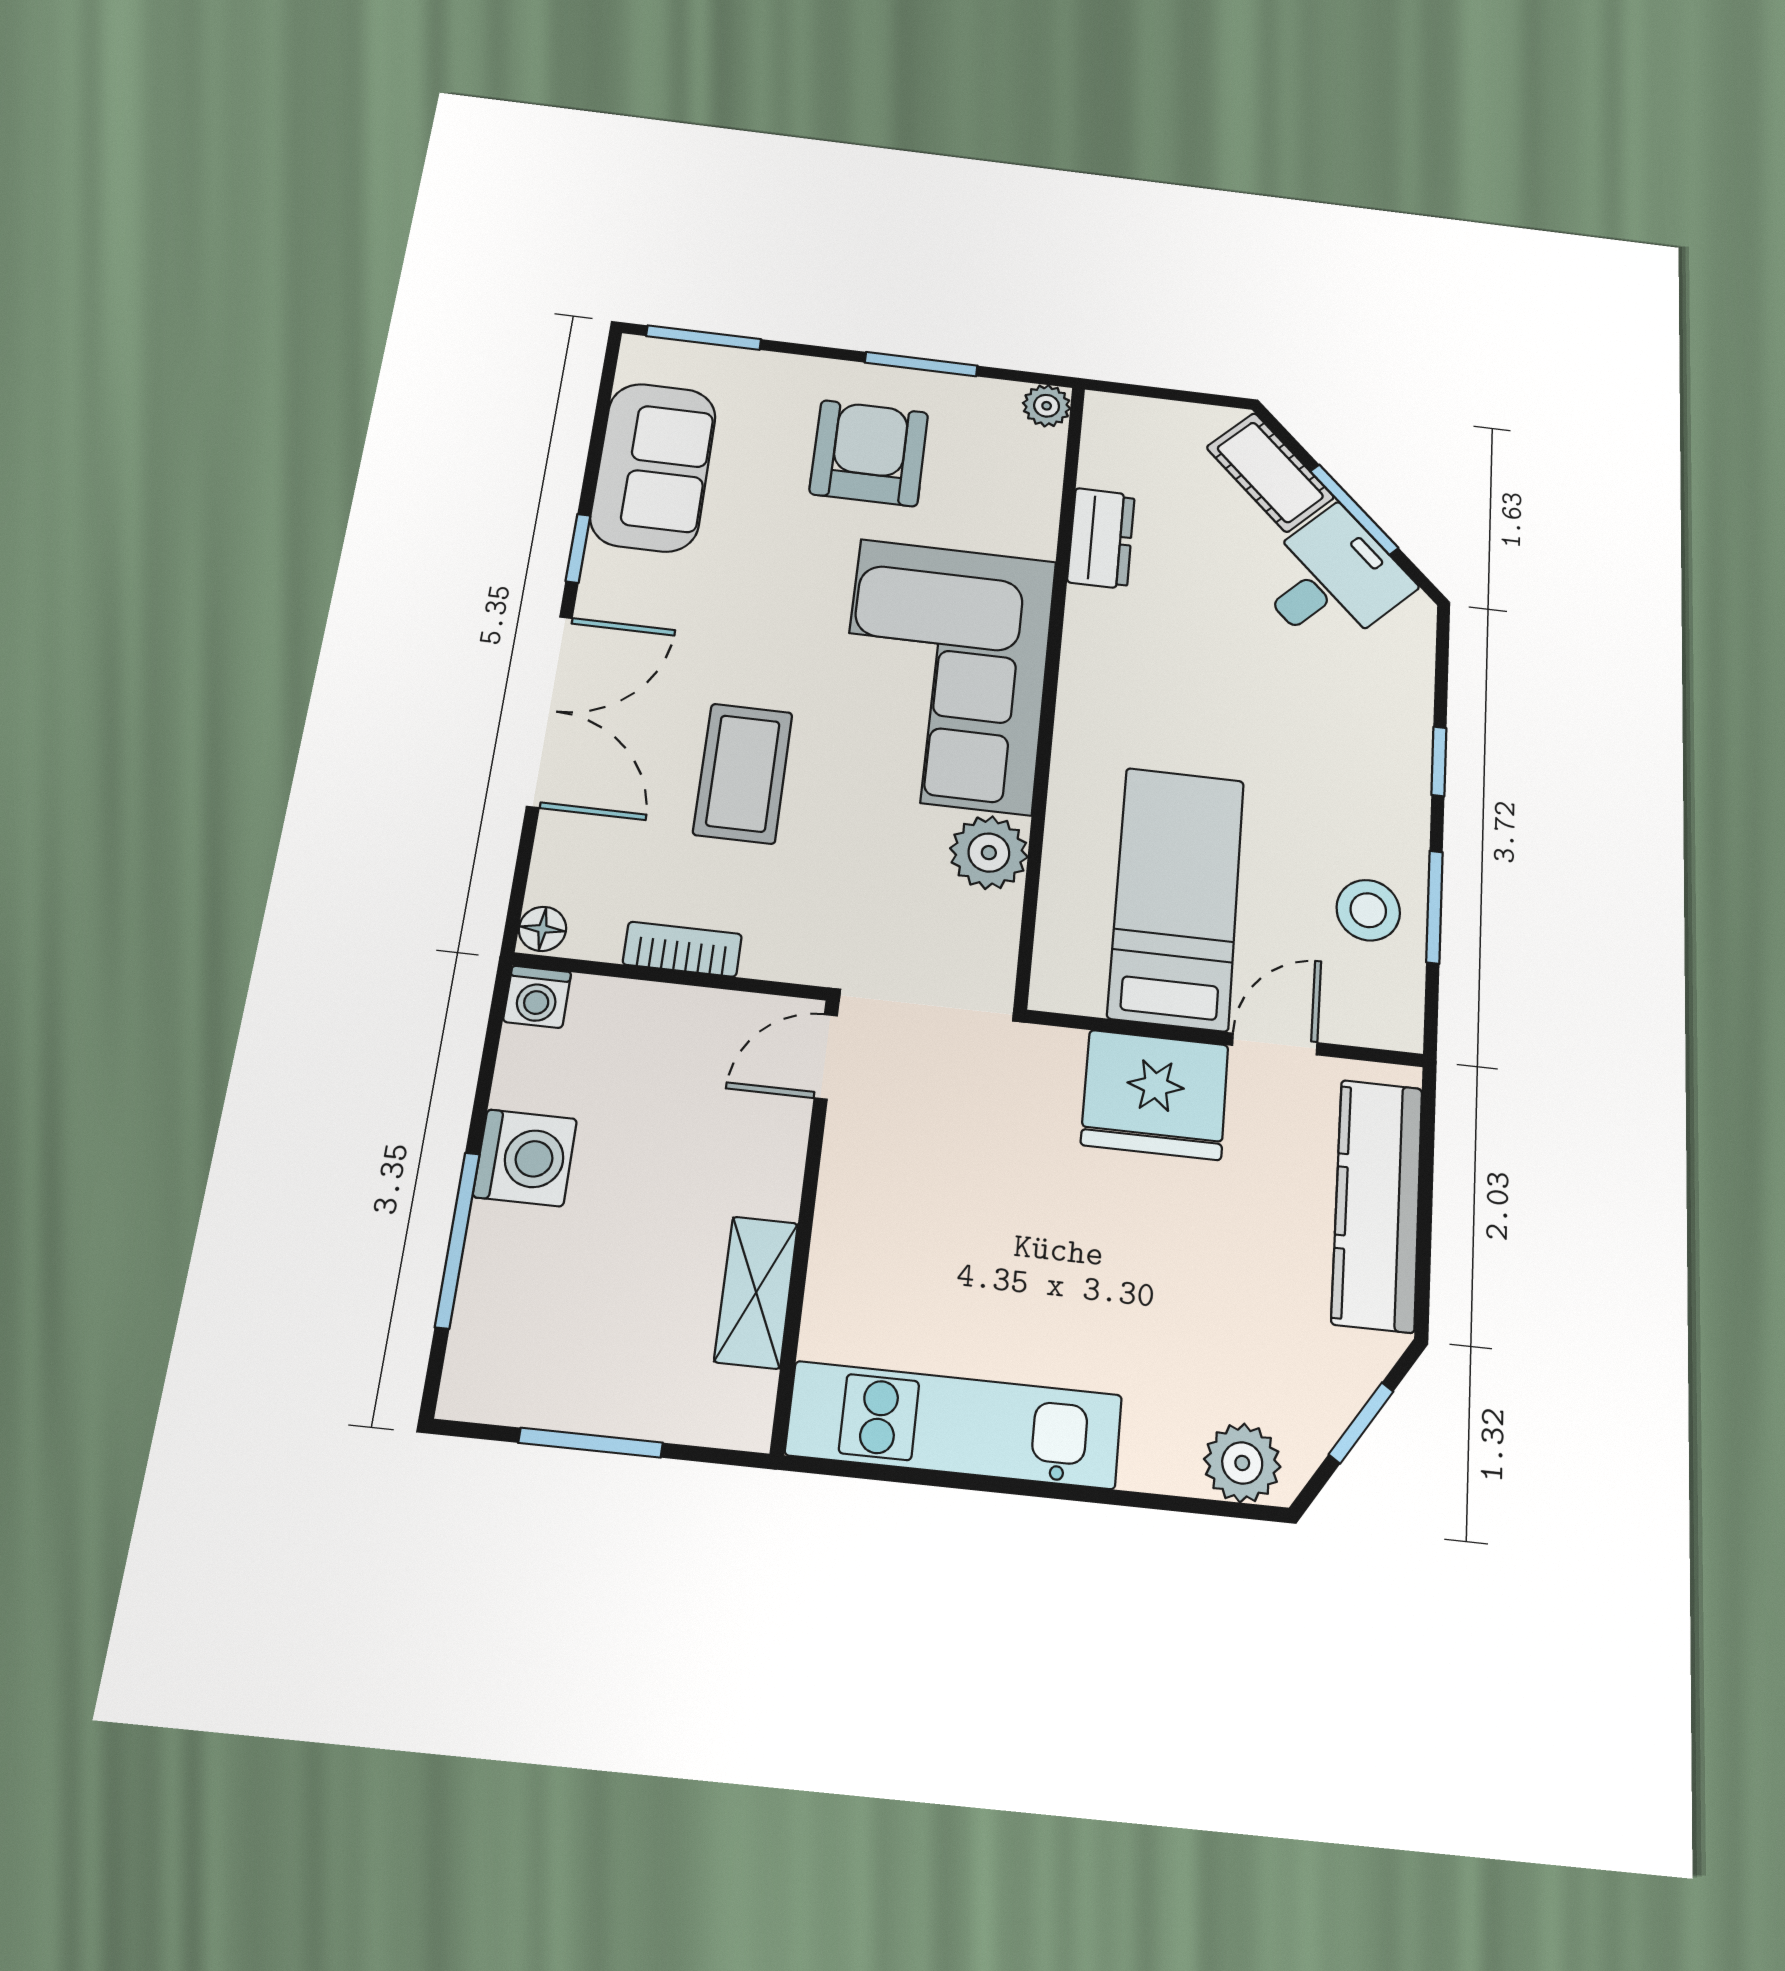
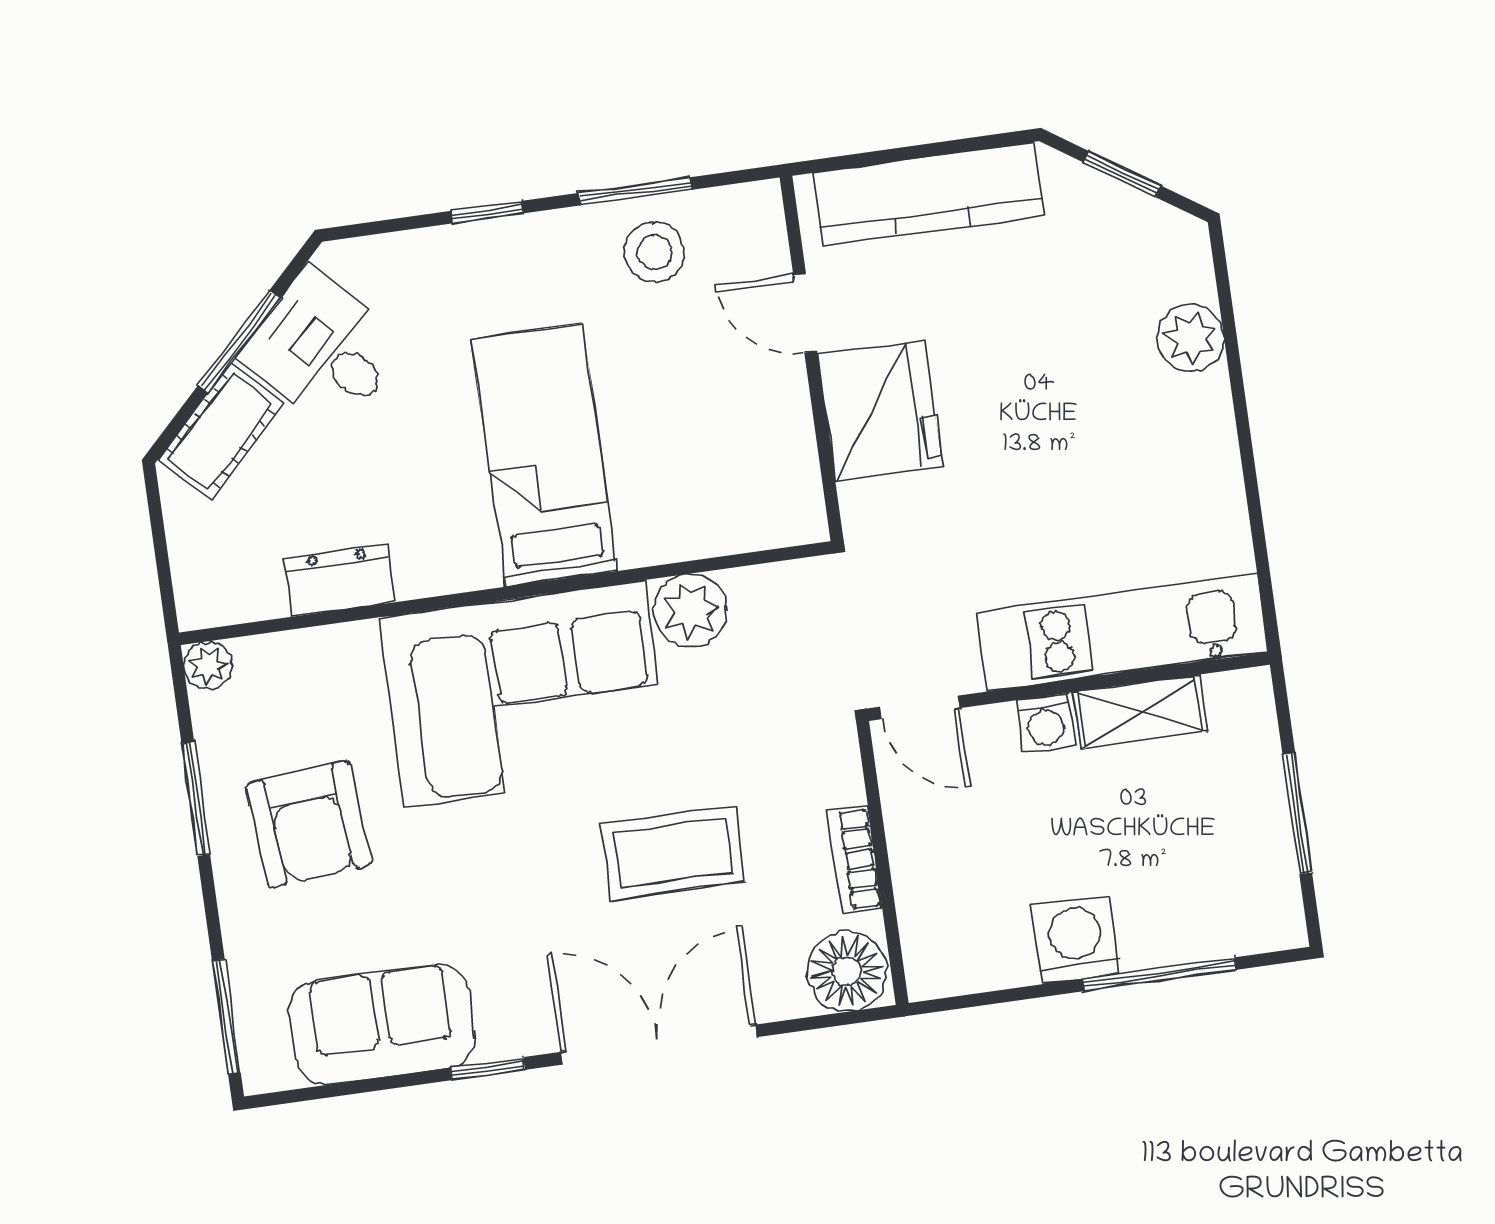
armchair: (869, 453) -> (309, 824), turned -95
bed: (1176, 898) -> (544, 455), moved, turned 90
floor lamp: (542, 929) -> (847, 971), width x1.89, depth x1.89
washing machine: (537, 997) -> (1045, 723), moved, turned 90
kitchen unit: (955, 1425) -> (1122, 632), moved, turned 90
plant: (1242, 1463) -> (1190, 338), moved

